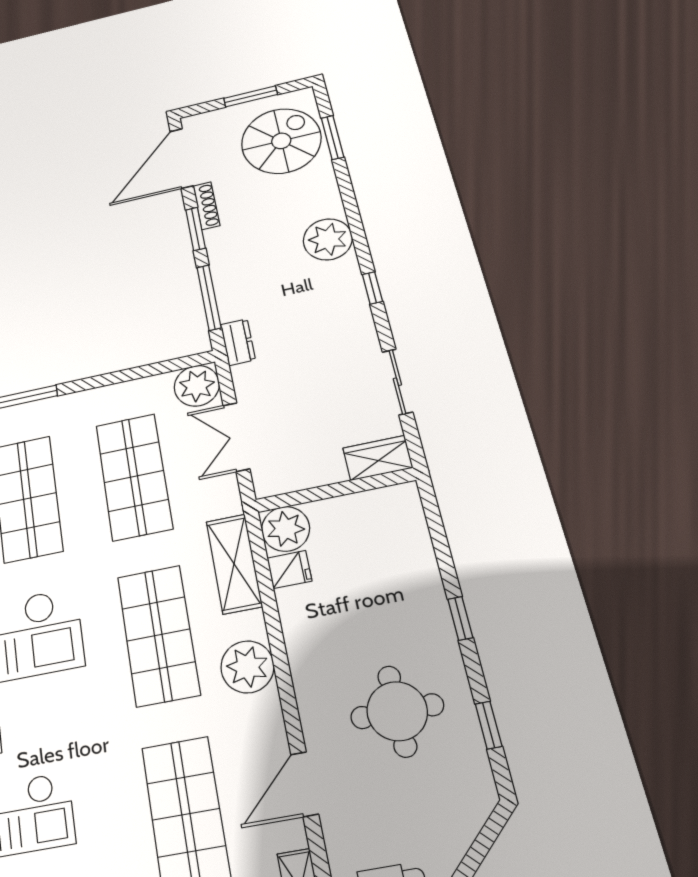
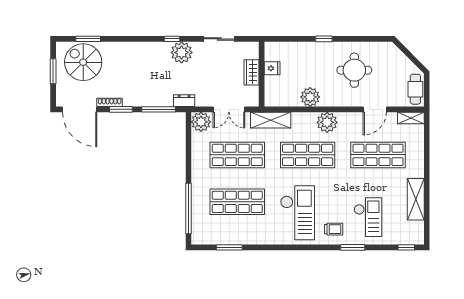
plant: (328, 239) -> (182, 52), moved
wardrobe: (378, 458) -> (251, 72), moved
plant: (286, 529) -> (310, 97), moved
shelving: (234, 564) -> (271, 120), moved
fridge: (289, 569) -> (272, 68), moved, turned 90
window: (489, 725) -> (365, 39), removed
door: (305, 784) -> (375, 109), hinge flipped

